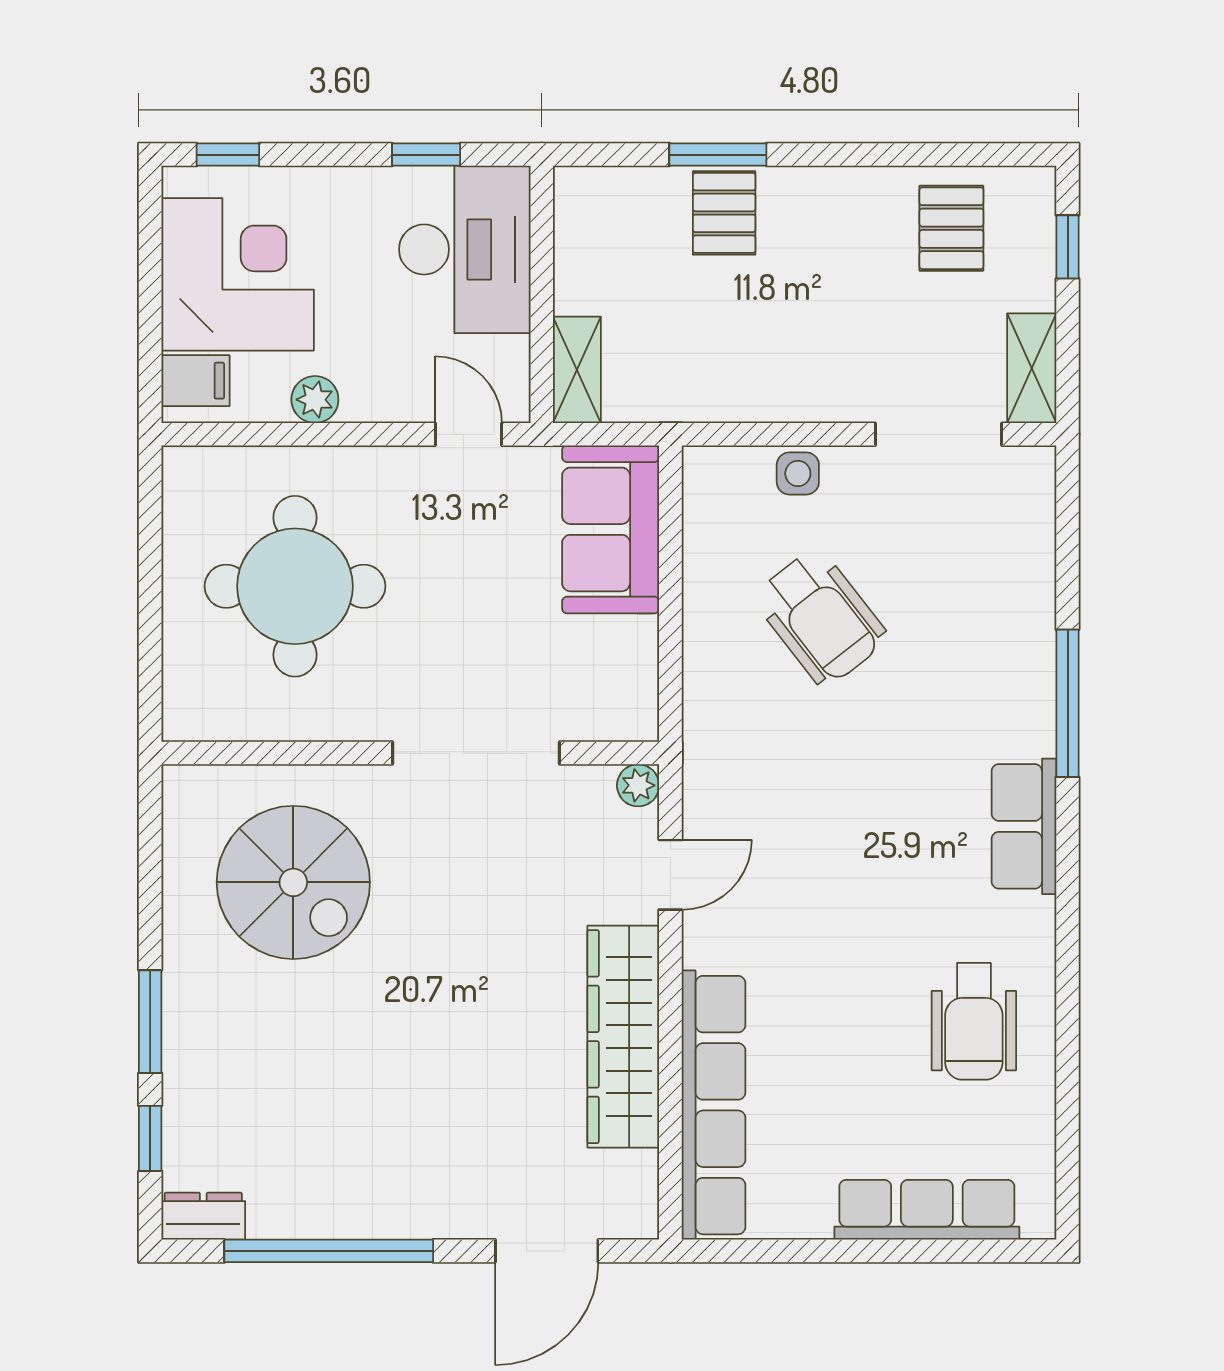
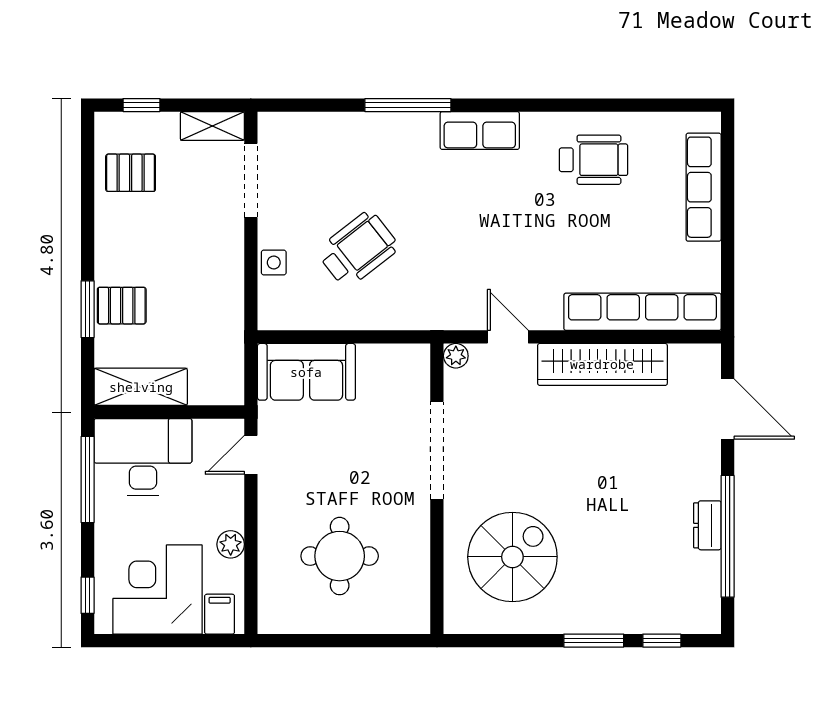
window: (426, 155) -> (88, 480), width x2.17
shelving: (577, 370) -> (141, 387), moved, width x1.50, depth x1.33
round table: (295, 586) -> (340, 556), width x0.73, depth x0.73
dresser: (203, 1216) -> (707, 525), moved

